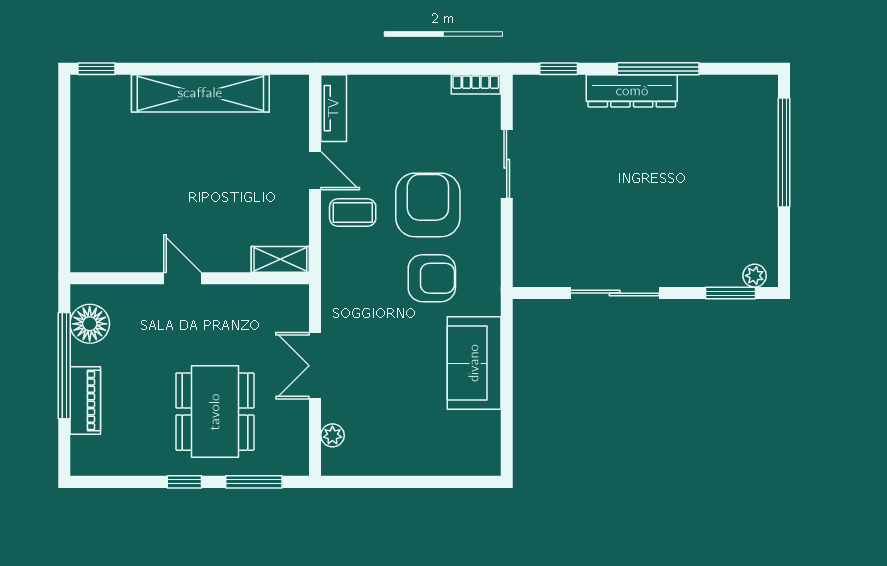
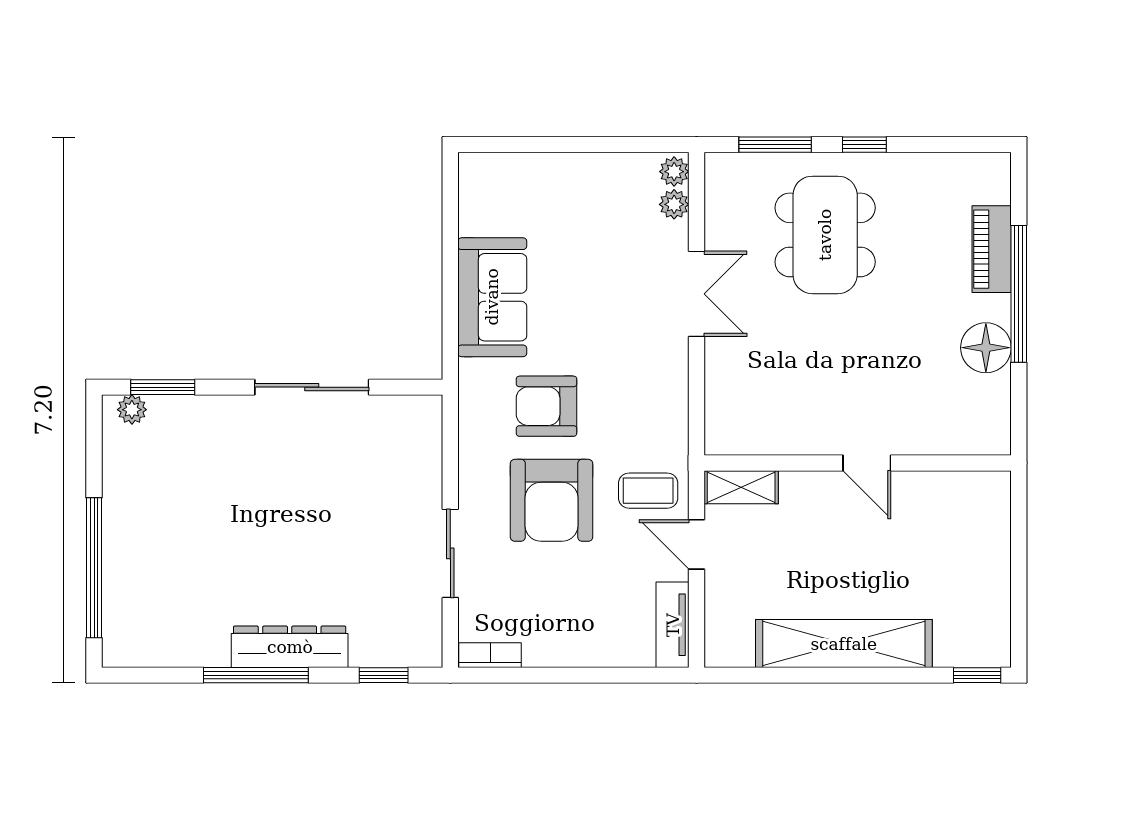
shelving: (280, 259) -> (741, 487), moved
door: (182, 278) -> (867, 463), moved
wall: (190, 278) -> (858, 463), moved
plant: (332, 461) -> (674, 172), added

